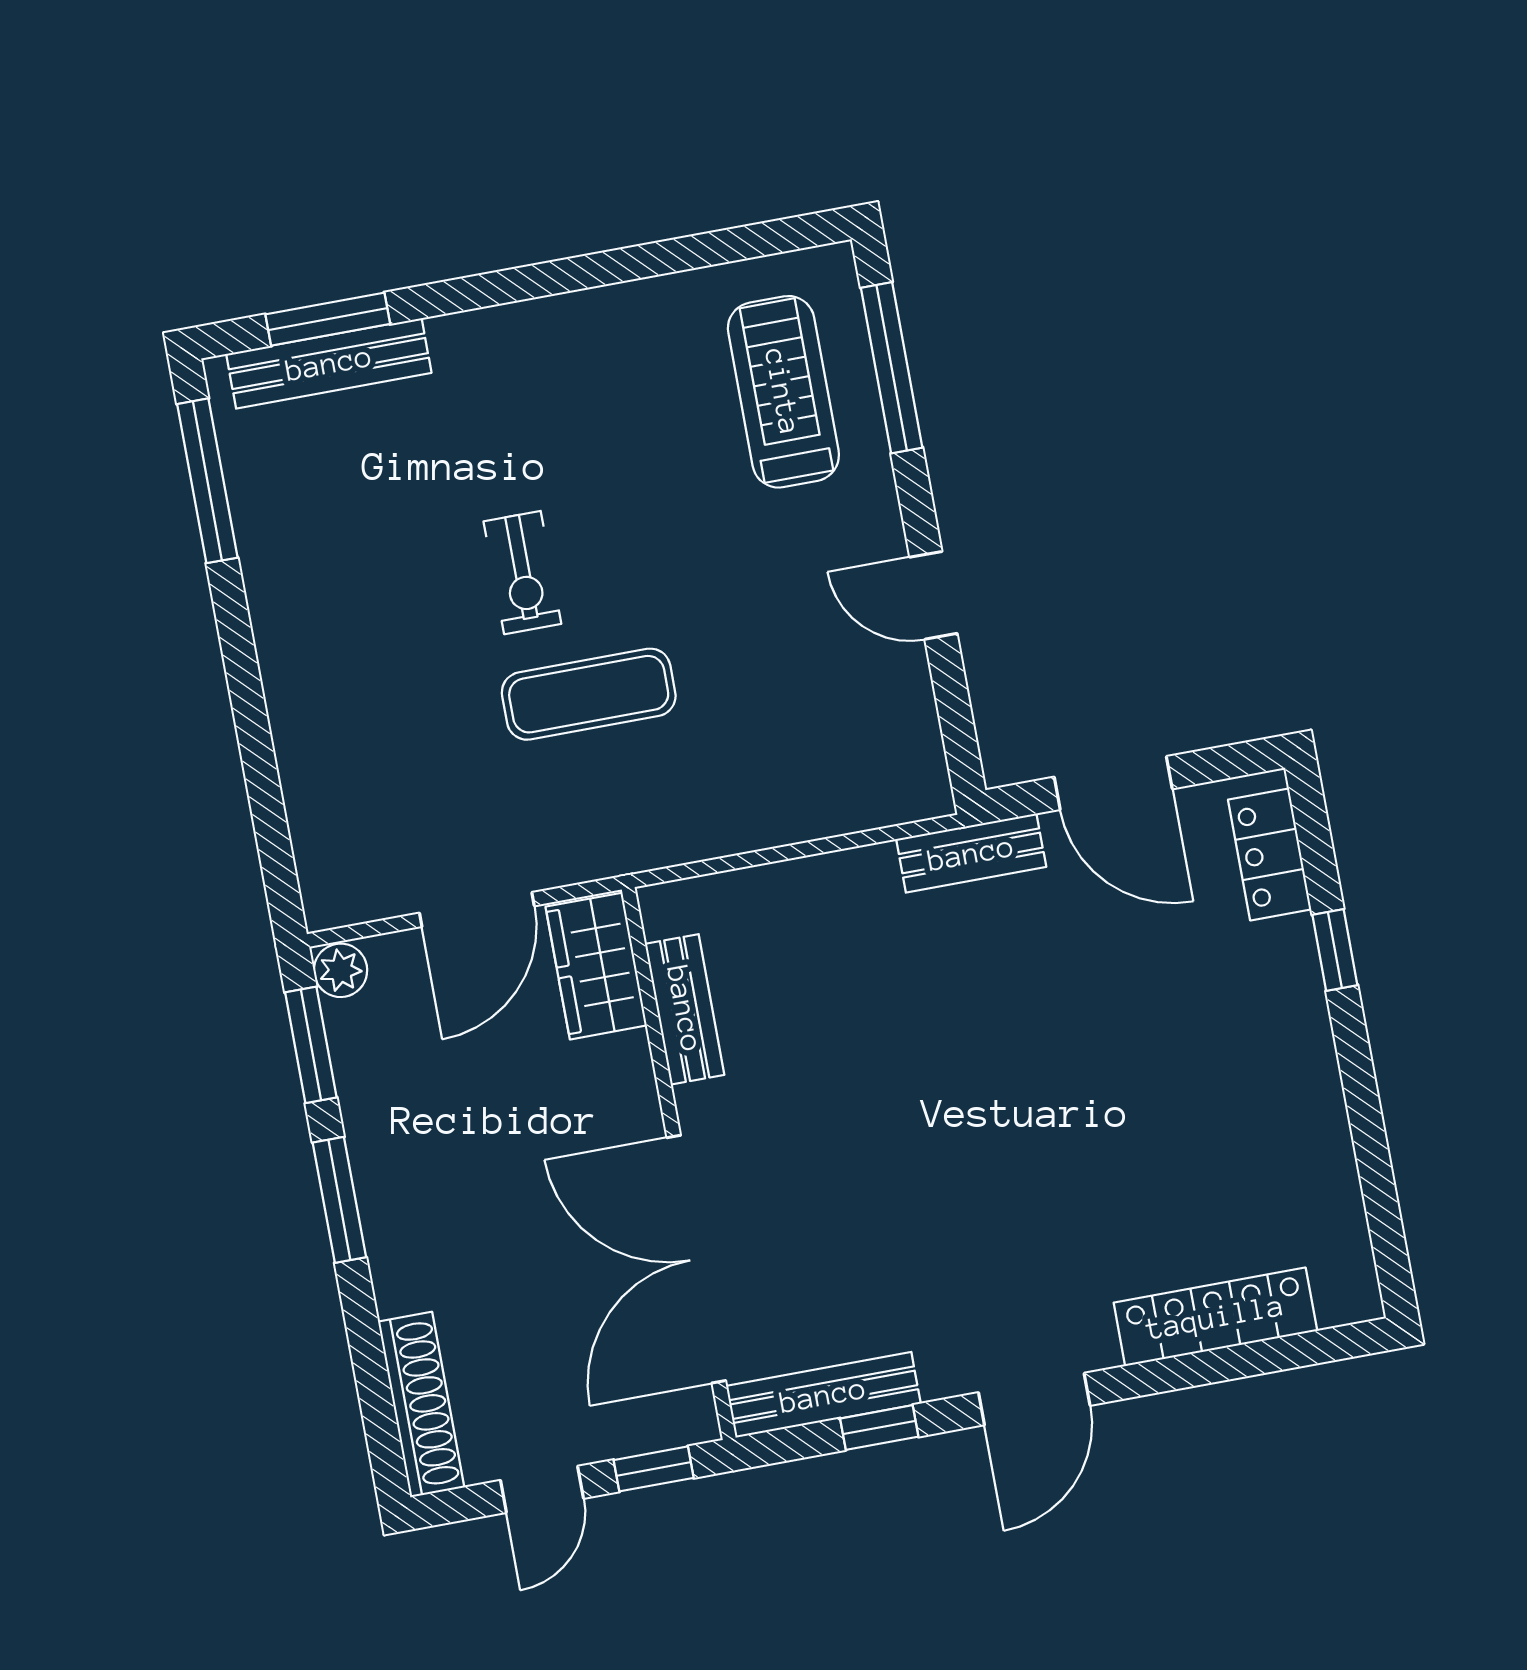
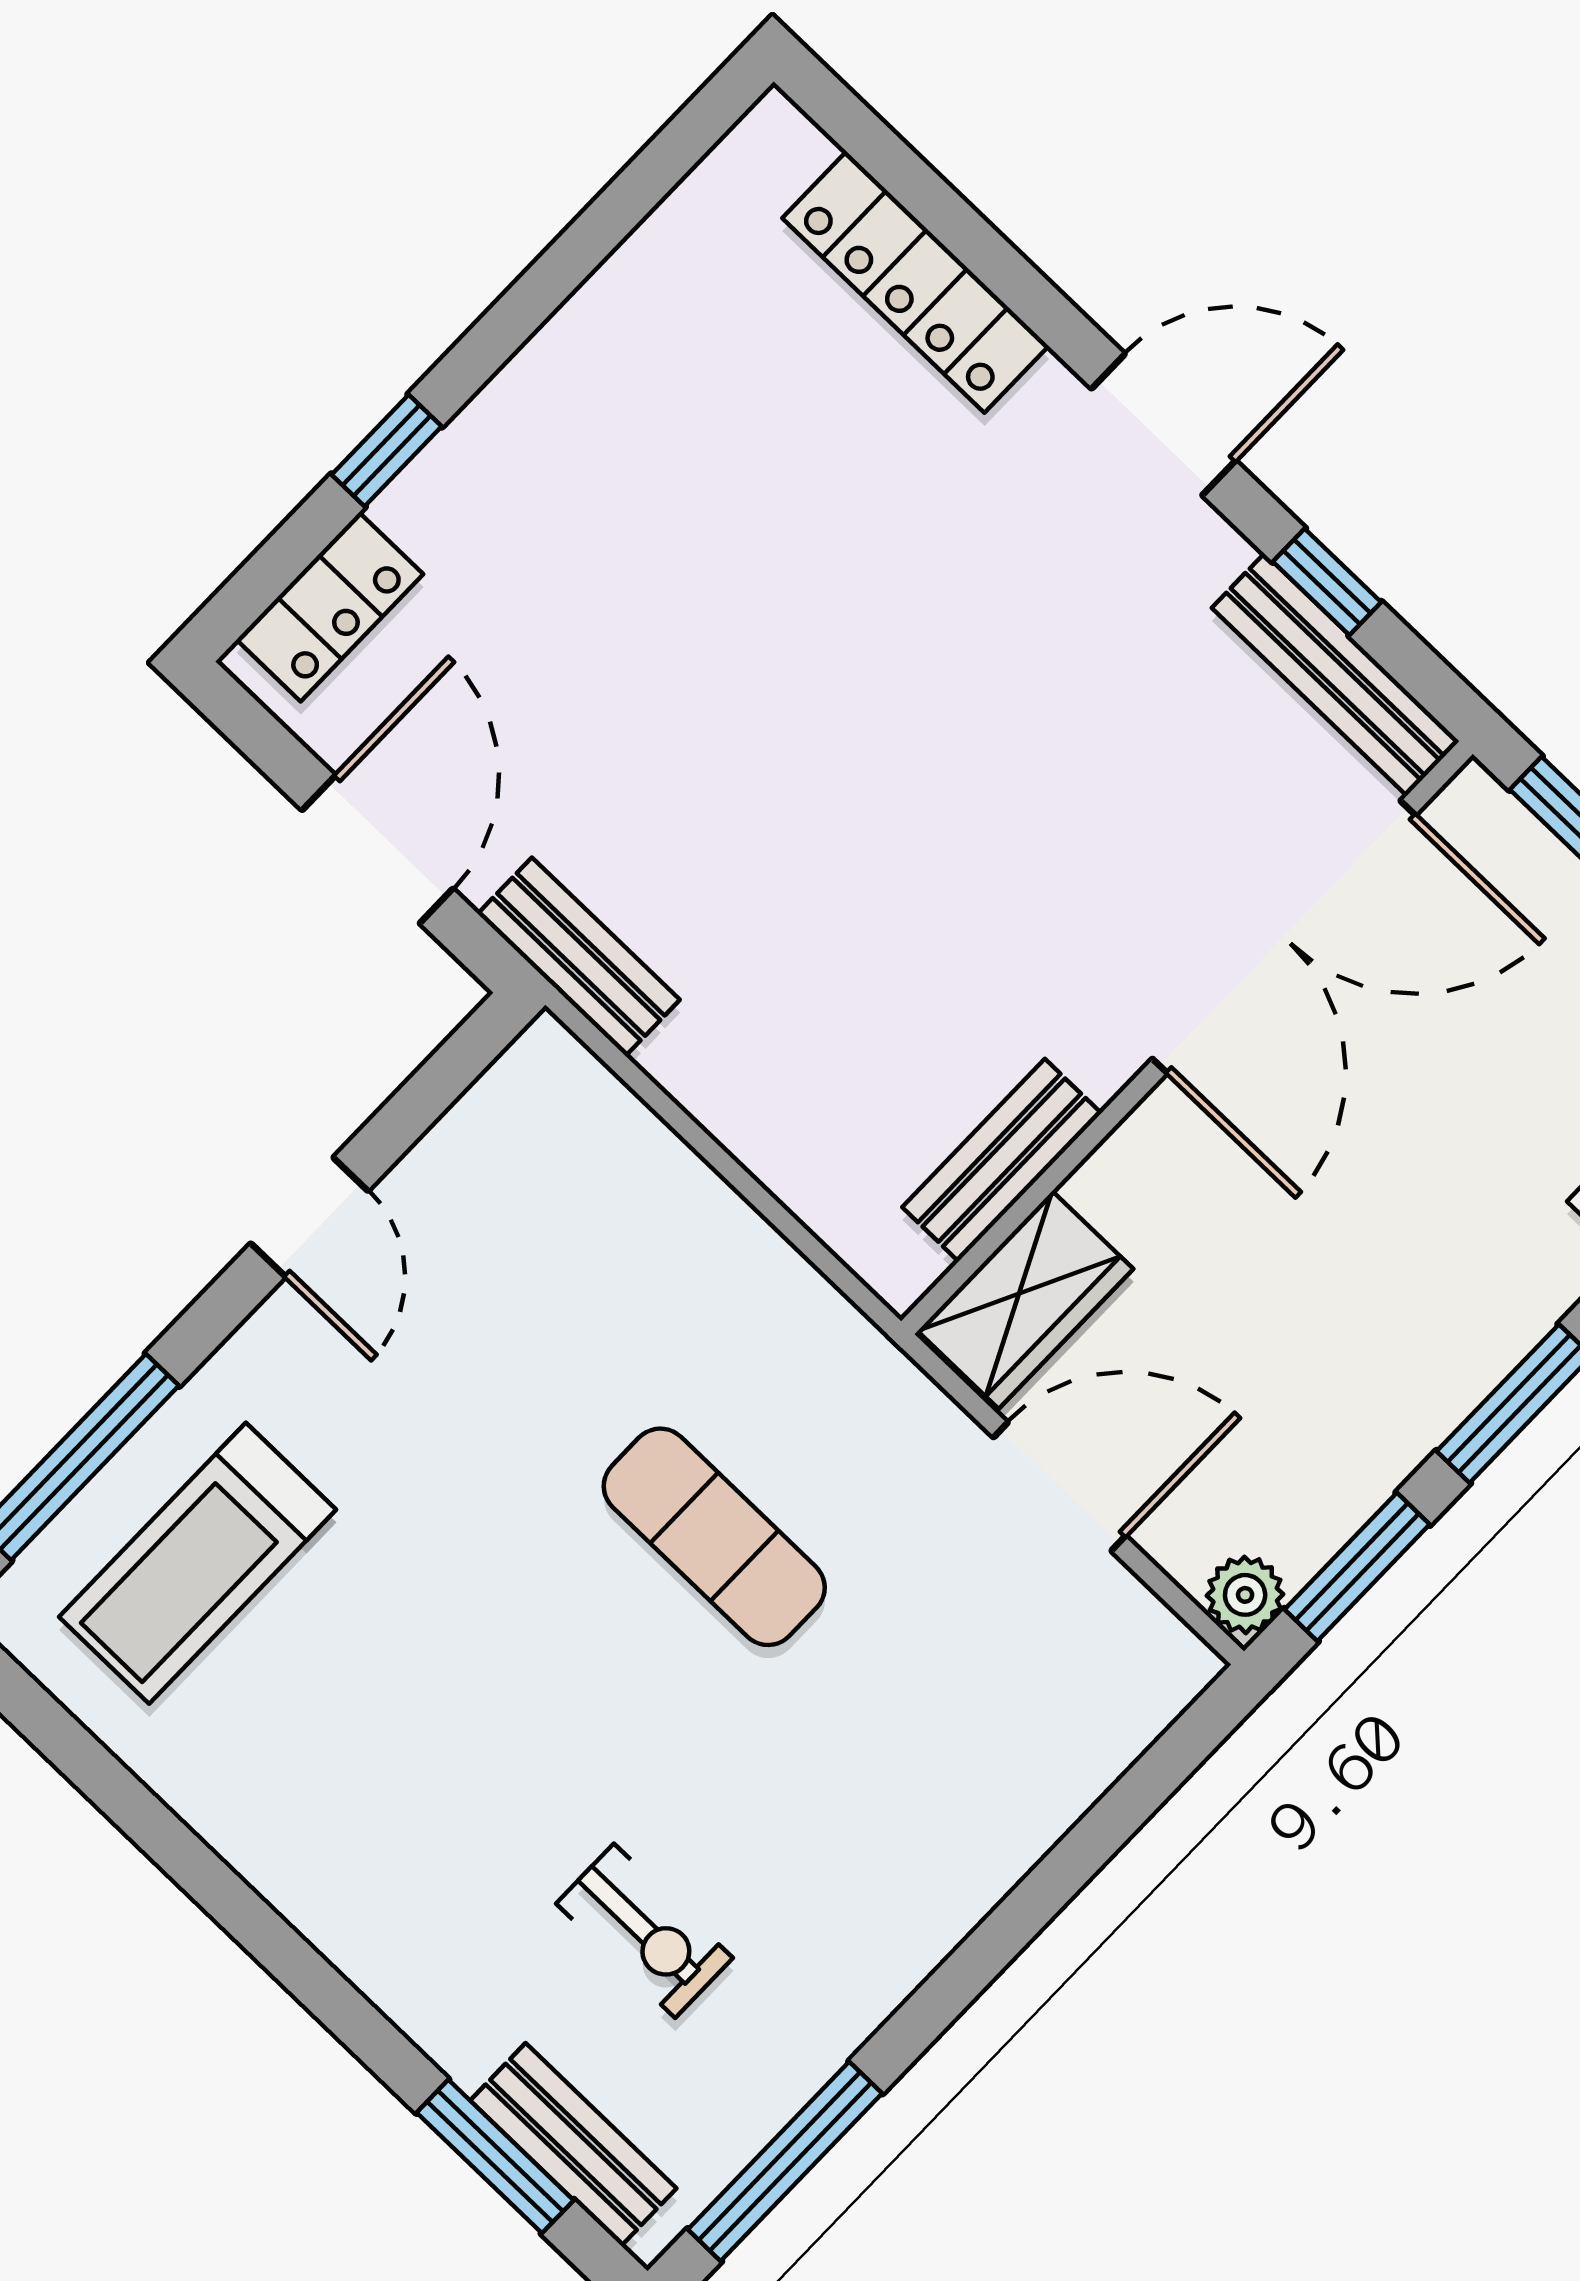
bench: (329, 363) -> (573, 2144), width x0.73
exercise bike: (522, 573) -> (644, 1931), moved, turned 90

